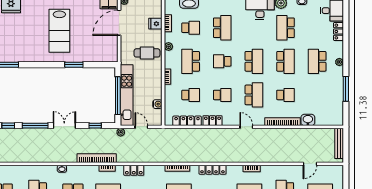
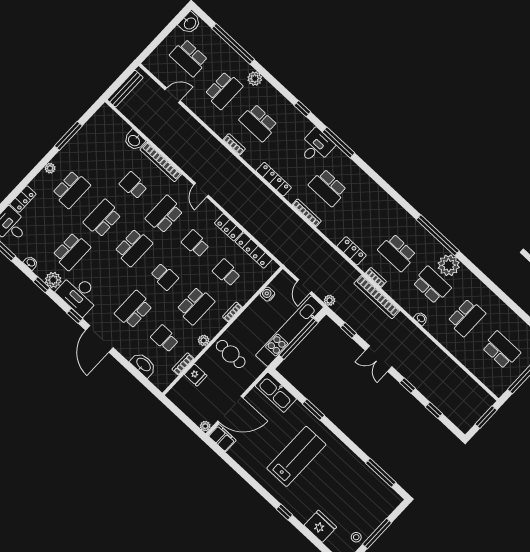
kitchen sink: (103, 55) -> (276, 392), added
school desk: (254, 61) -> (133, 247), turned 180
window: (35, 126) -> (407, 386), width x0.46

